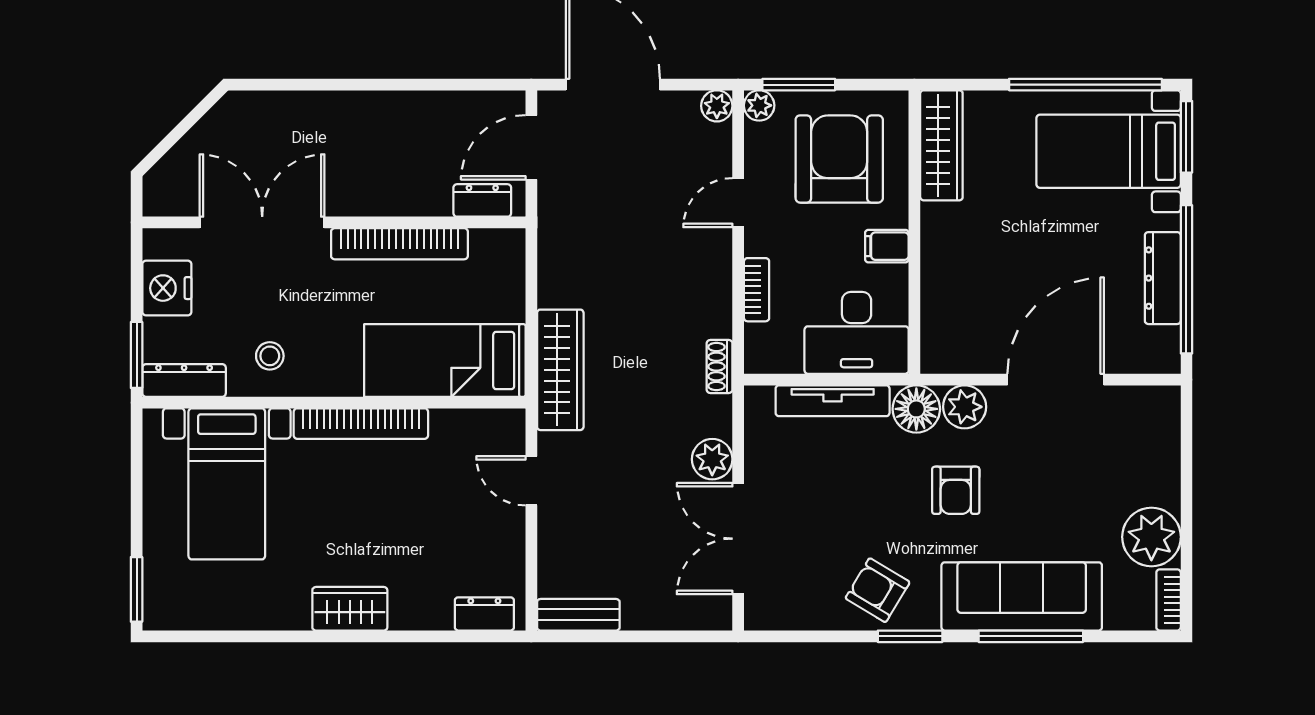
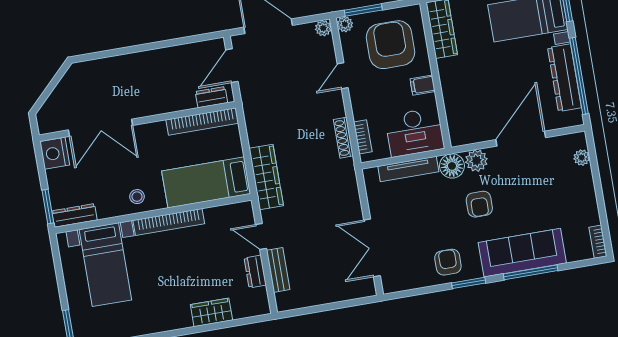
double door: (262, 222) -> (101, 128), swing flipped
bookcase: (399, 244) -> (202, 121), moved
dresser: (1163, 278) -> (564, 78), width x1.37, depth x1.24
nightstand: (167, 288) -> (55, 153), moved
bookcase: (757, 290) -> (363, 137), moved
stool: (270, 356) -> (137, 197), moved
shoe rack: (720, 367) -> (343, 138), moved, width x1.43
plant: (712, 459) -> (352, 210), removed
plant: (1151, 537) -> (582, 158), moved, width x0.53, depth x0.53
armchair: (878, 590) -> (448, 262), turned 59
wardrobe: (350, 609) -> (211, 312), moved
dresser: (484, 614) -> (255, 272), moved, turned -90
bench: (578, 615) -> (278, 270), moved, turned 90

